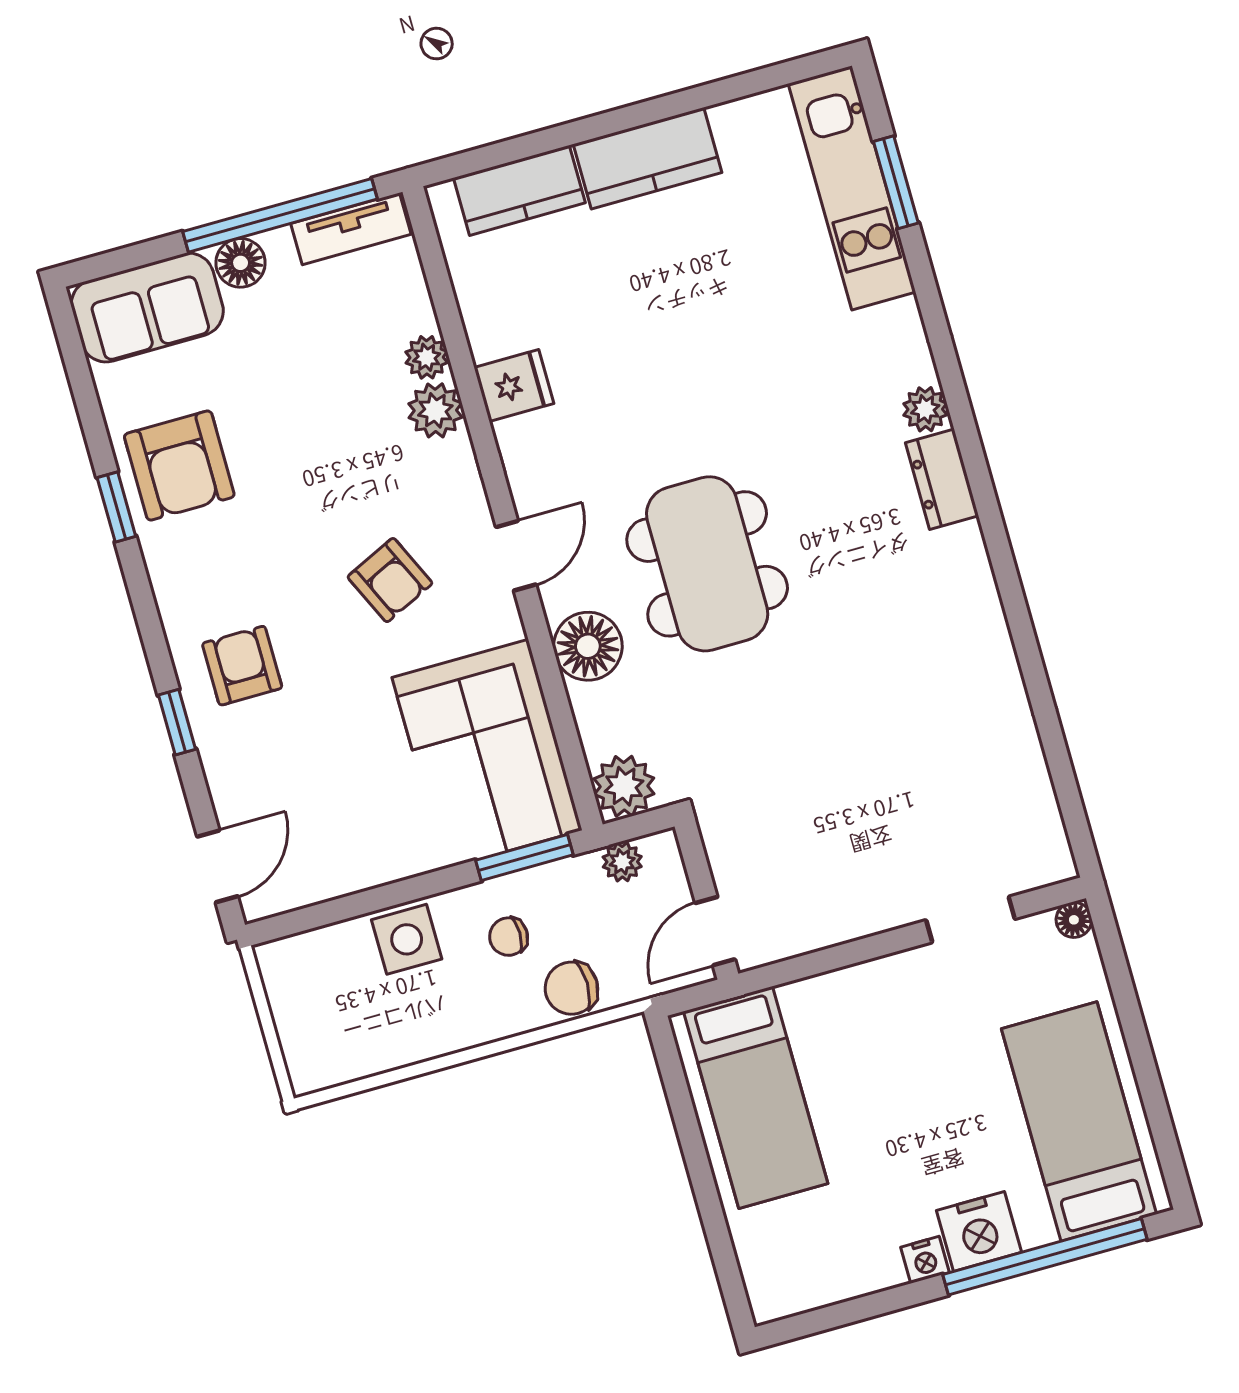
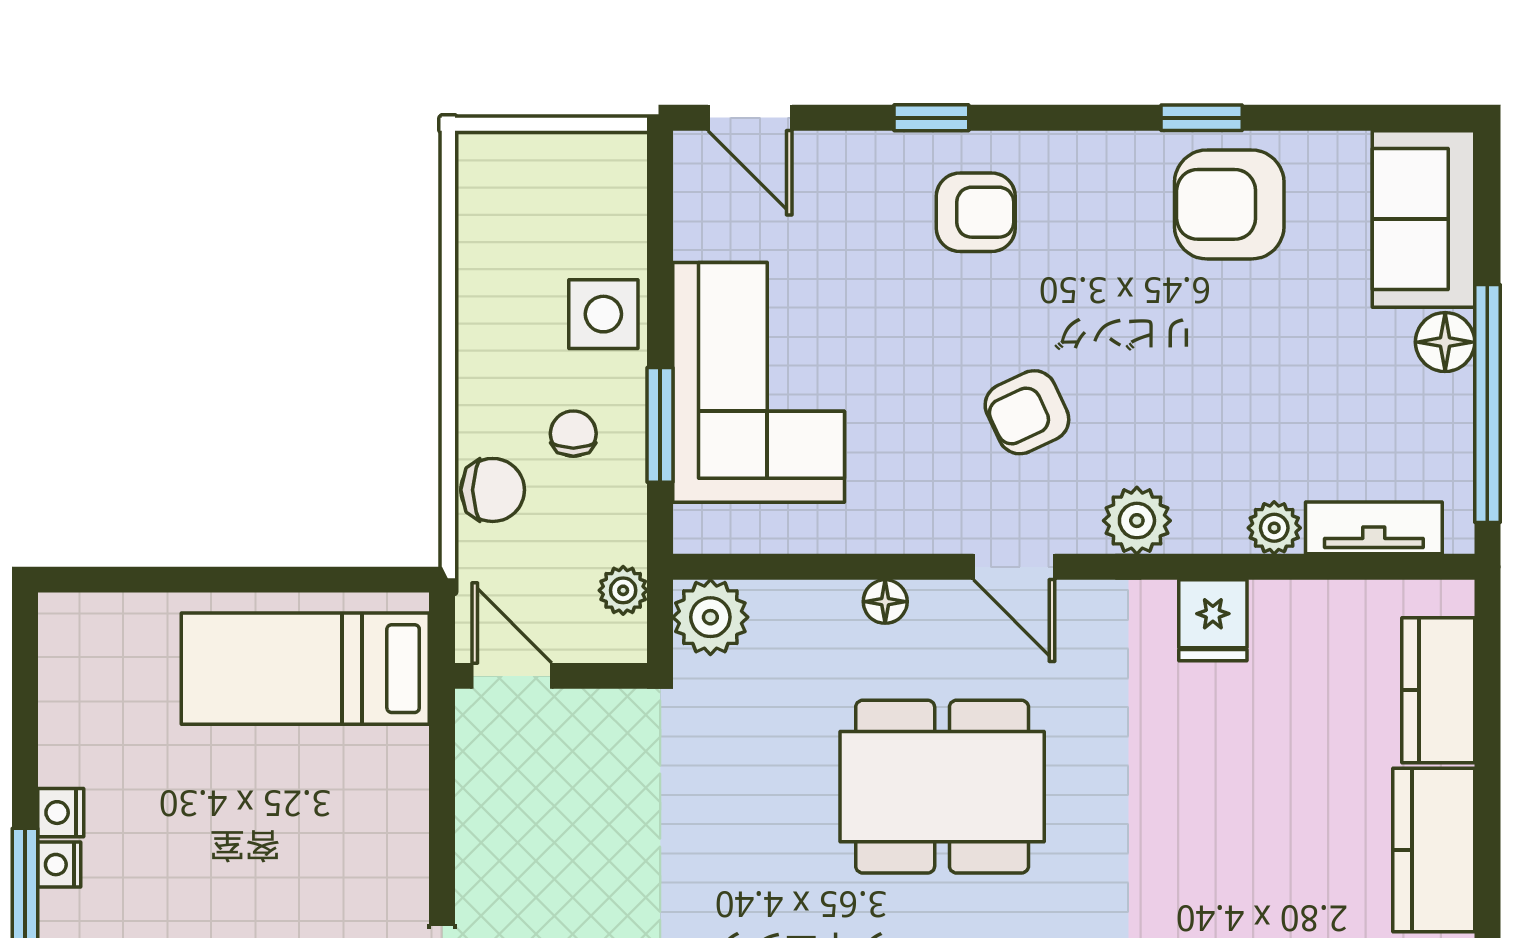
tv unit: (351, 229) -> (1374, 528), moved, turned 90
plant: (435, 410) -> (1137, 521), moved
floor lamp: (588, 646) -> (885, 602), width x0.53, depth x0.53
corner sofa: (487, 754) -> (759, 382), moved, turned 90
window: (524, 858) -> (660, 425), moved
chair: (571, 988) -> (493, 490), turned 90
nightstand: (979, 1231) -> (59, 865), width x0.53, depth x0.56

